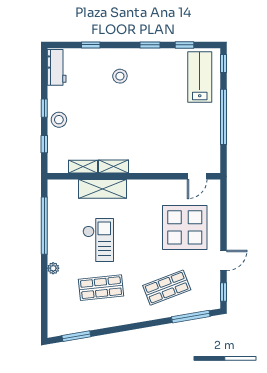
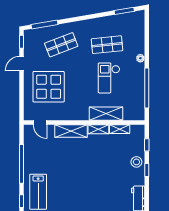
stool: (120, 76) -> (94, 192), removed
shelving: (153, 164) -> (71, 131), added
door: (197, 176) -> (40, 122), swing flipped

